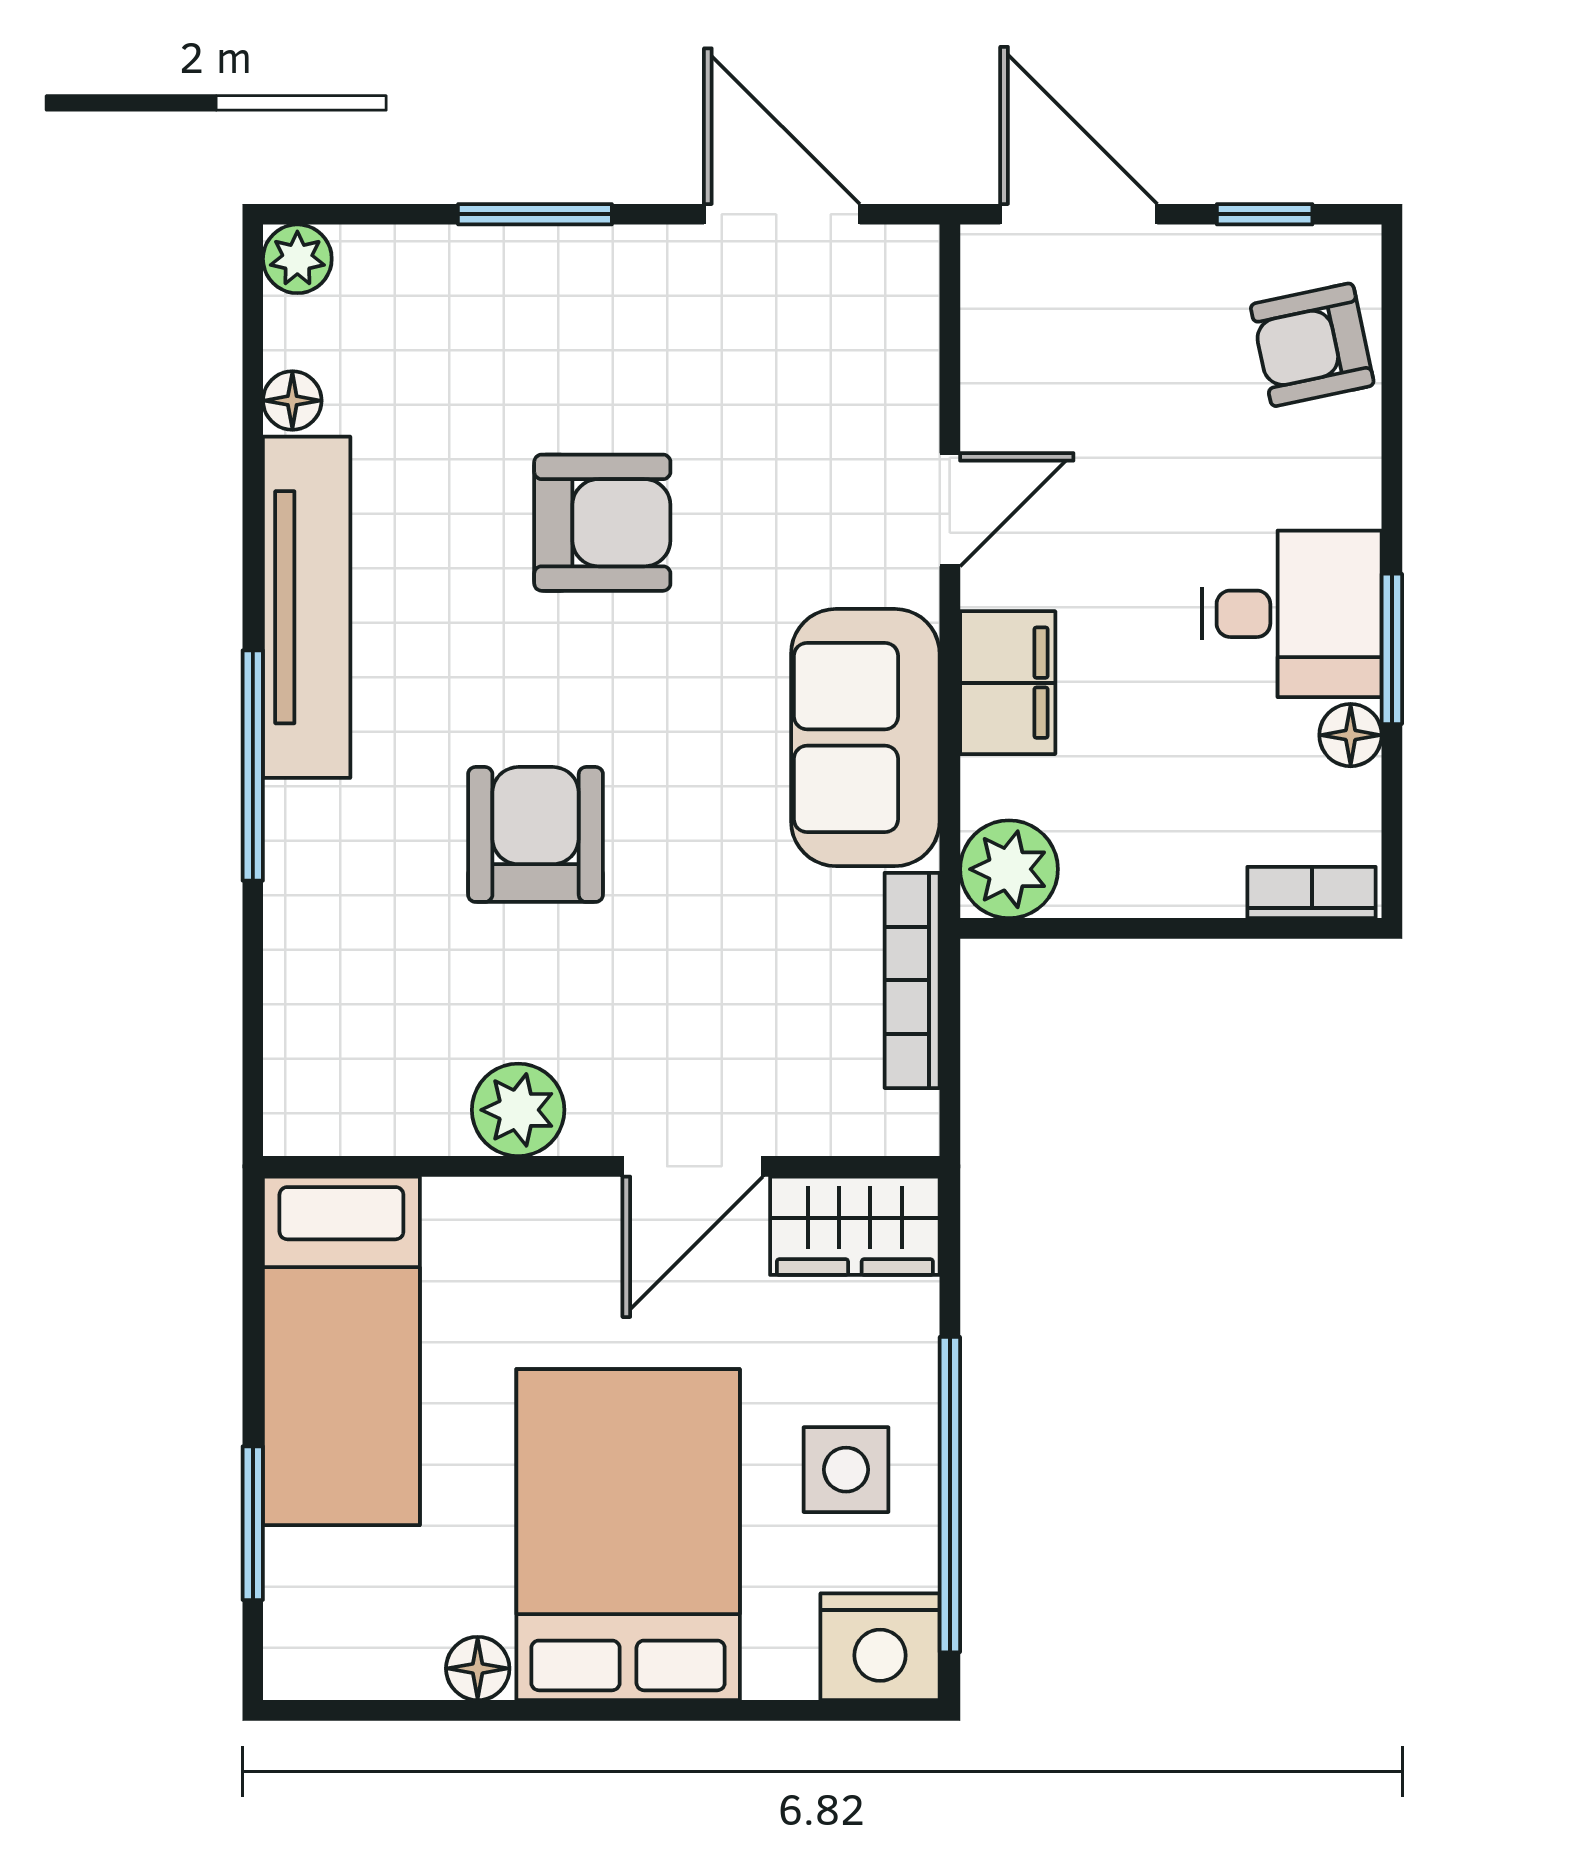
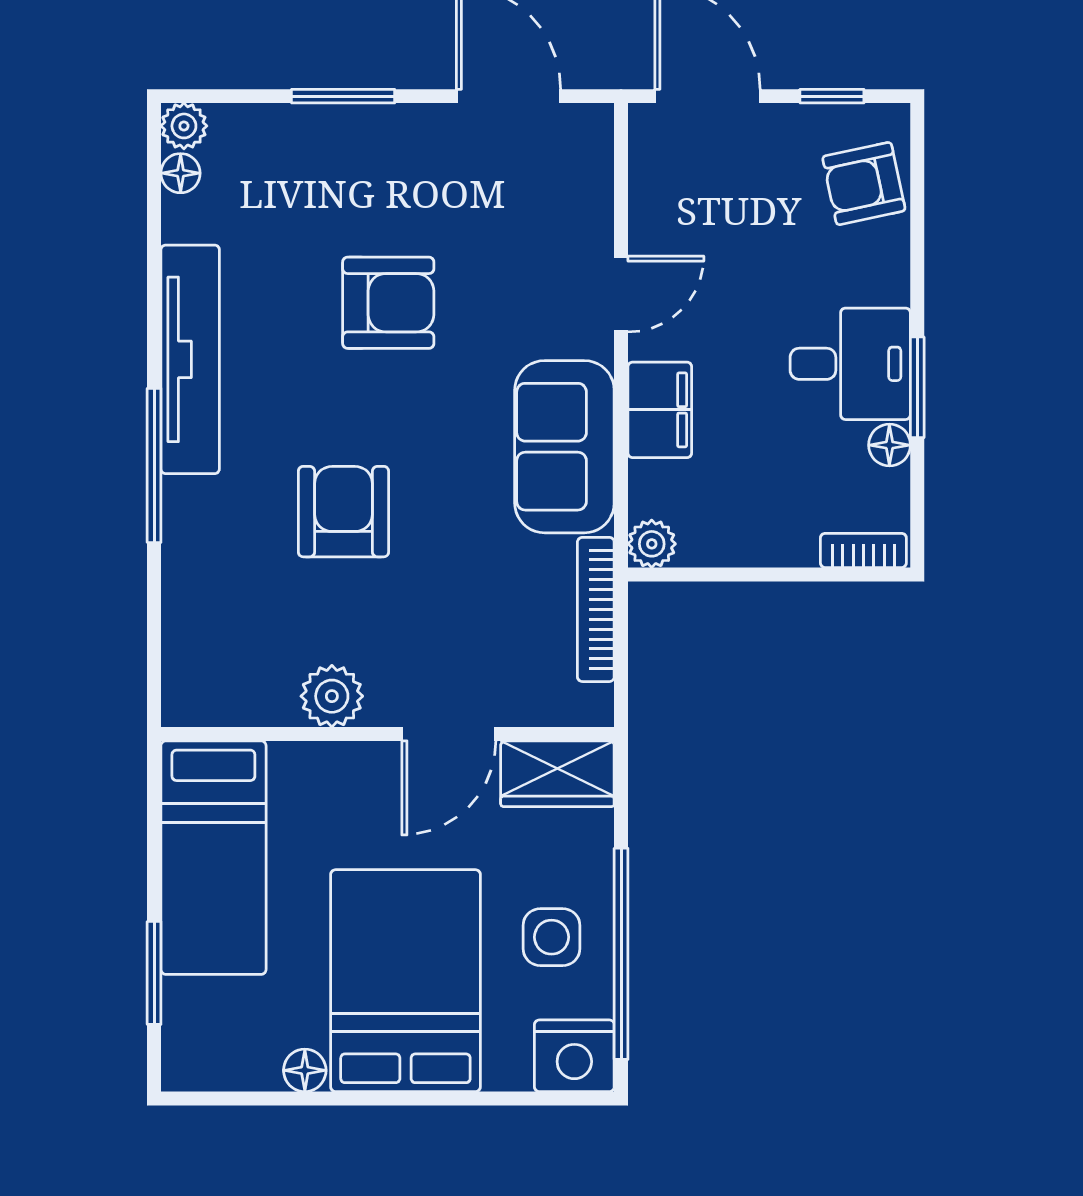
floor lamp: (292, 401) -> (181, 173), moved
plant: (1009, 869) -> (652, 544), width x0.73, depth x0.73

